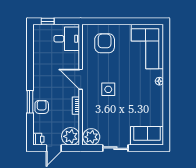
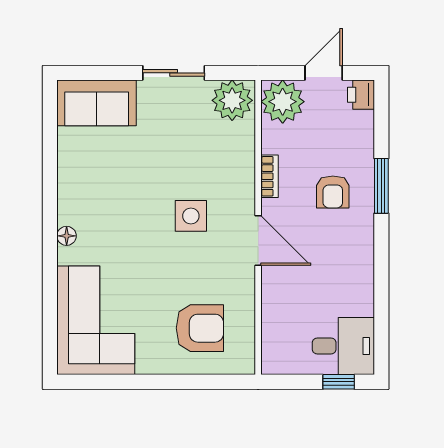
desk: (67, 39) -> (343, 346), moved, turned 180
armchair: (105, 43) -> (200, 328), turned -90
armchair: (42, 107) -> (333, 192), moved

